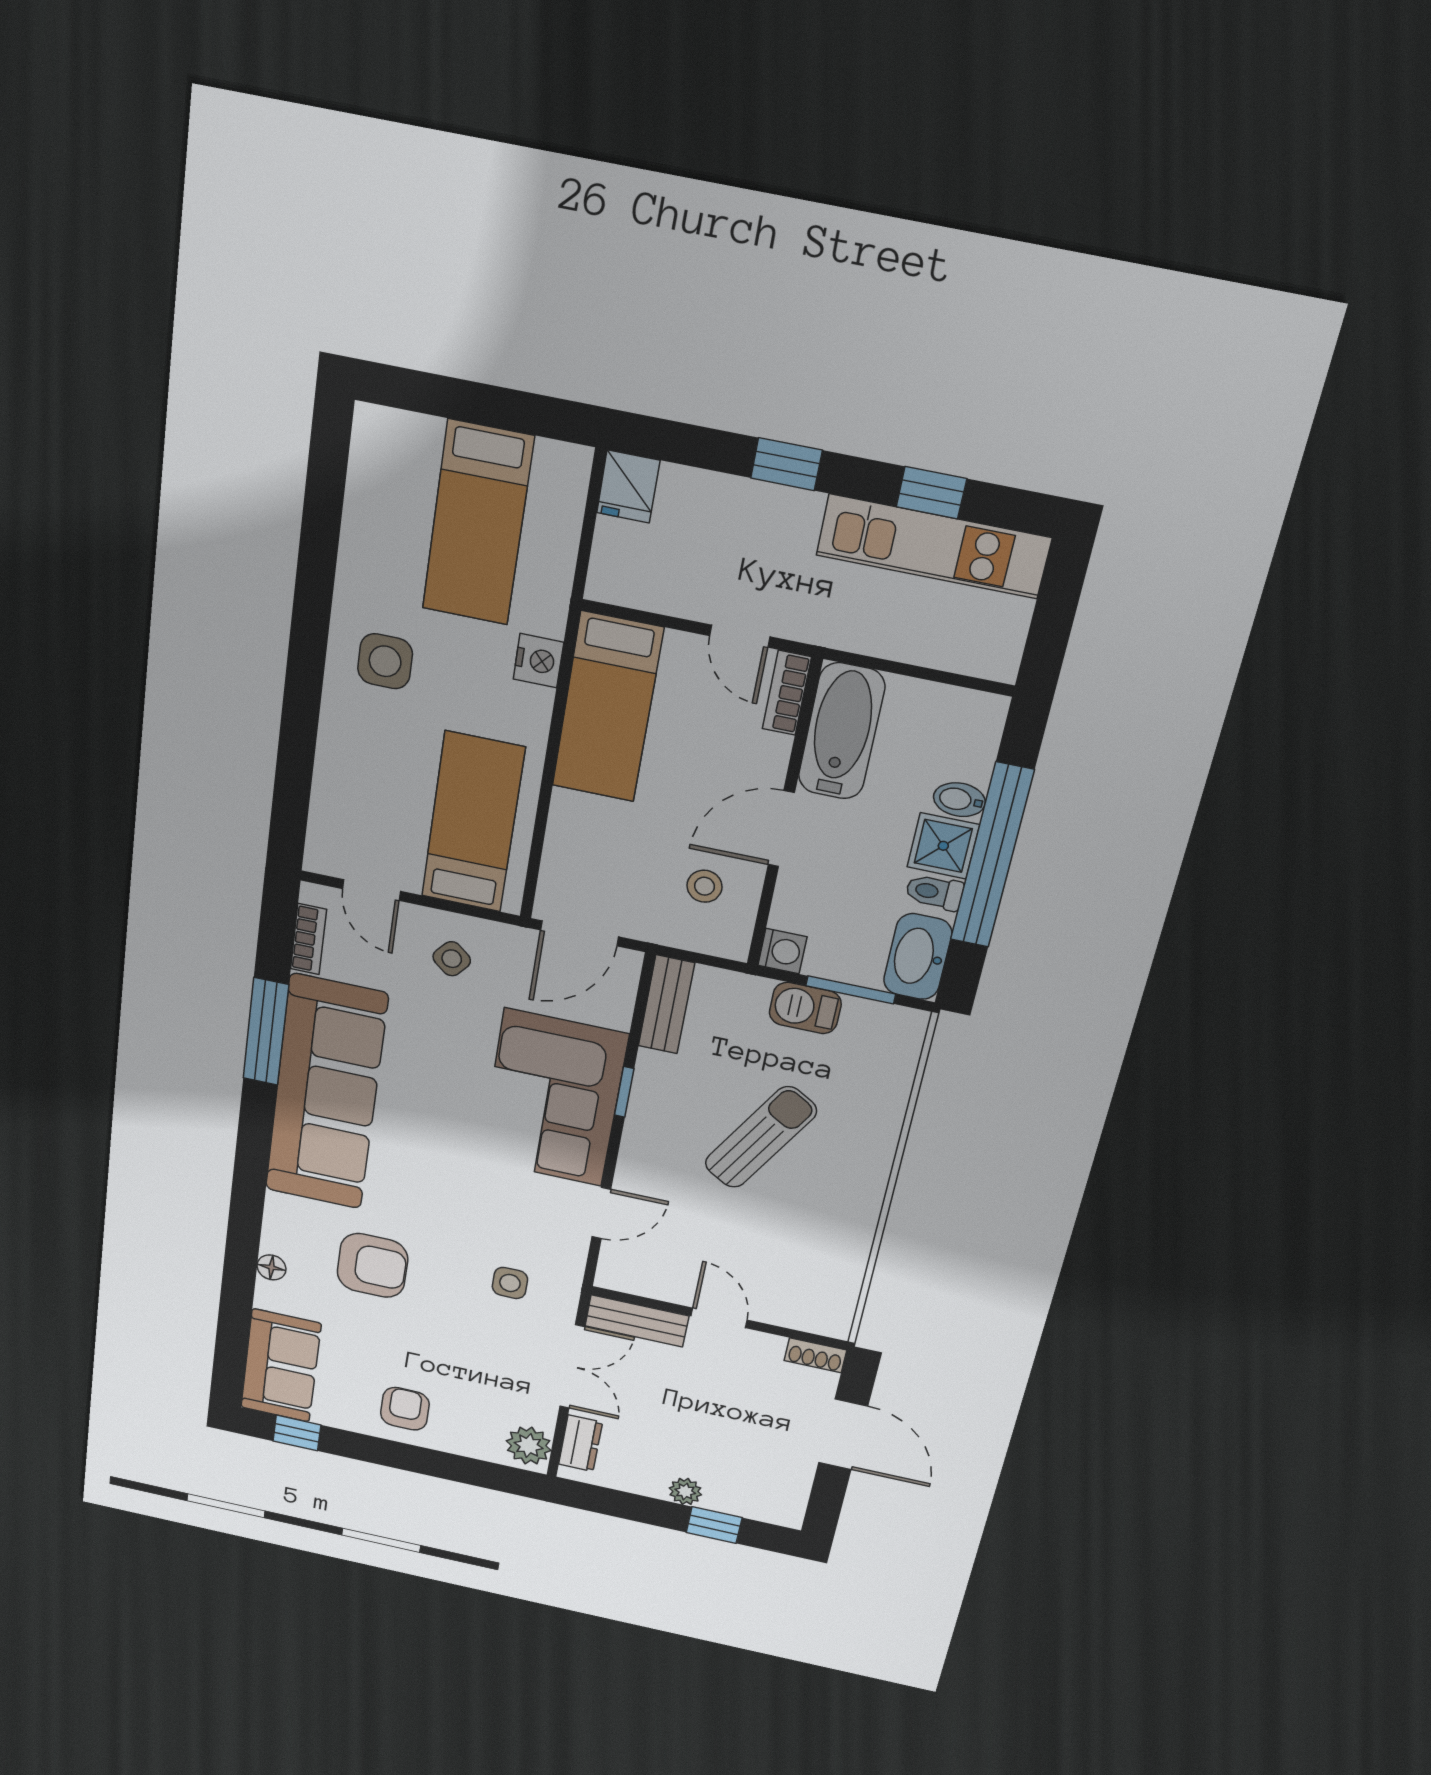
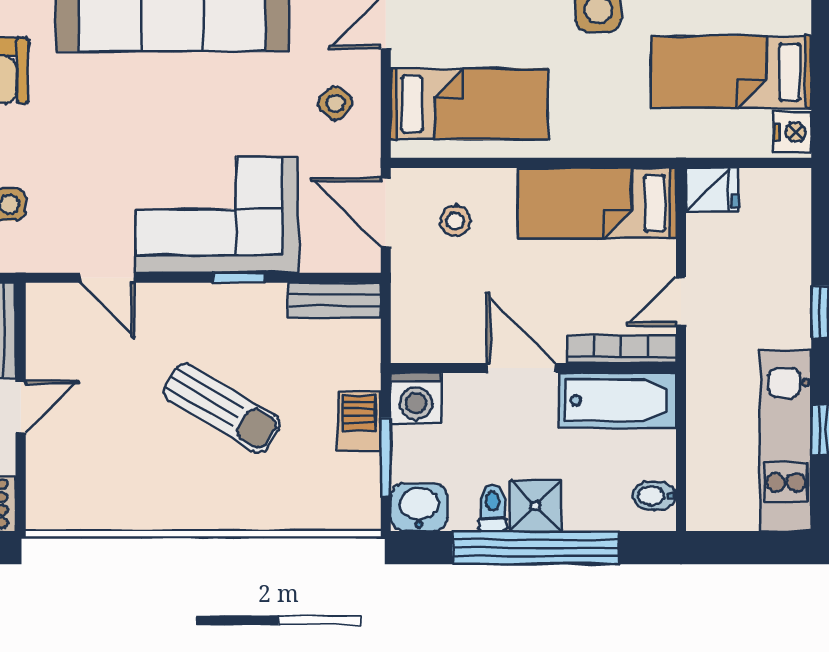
fridge: (628, 487) -> (712, 190), moved, turned 180
nightstand: (538, 661) -> (793, 132), moved, turned -90
bookcase: (787, 693) -> (622, 349), width x1.56
bidet: (959, 800) -> (654, 496), moved, turned -90
stool: (704, 886) -> (455, 221), moved
washing machine: (782, 951) -> (416, 398), width x1.38, depth x1.38
washbasin: (918, 957) -> (419, 507), width x0.72

